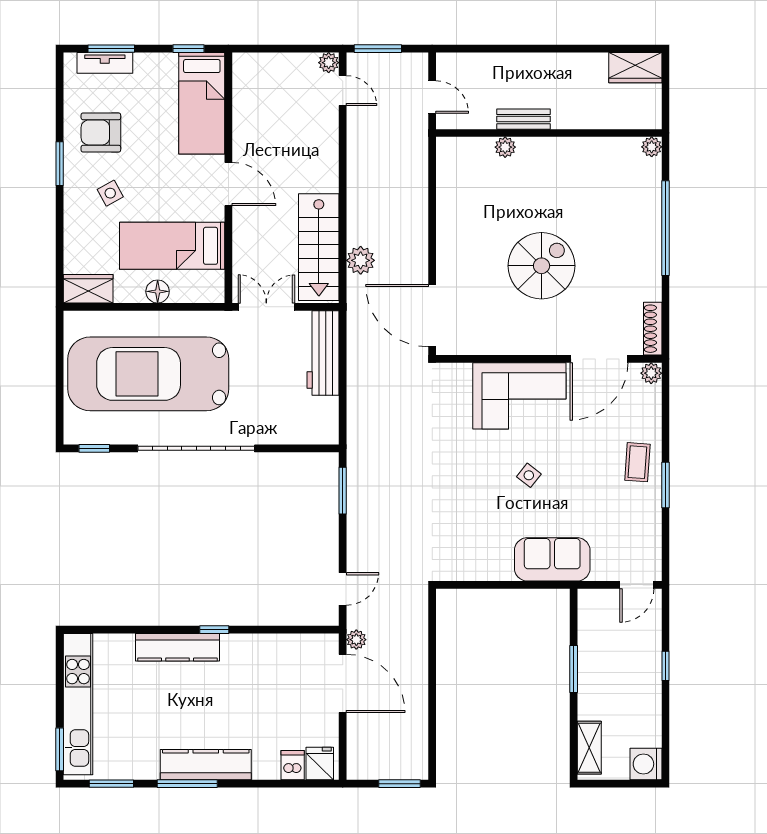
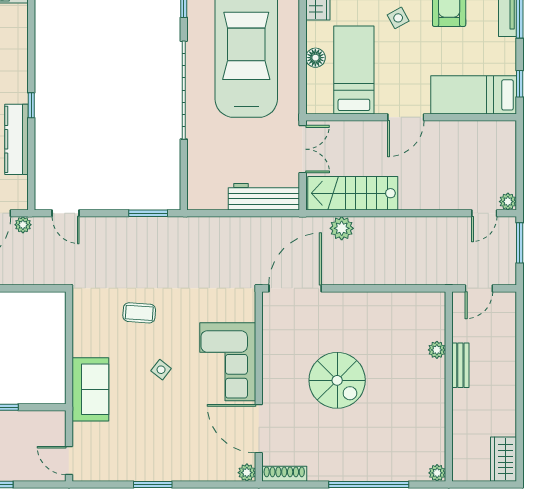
coffee table: (637, 462) -> (139, 313), moved
kitchen counter: (177, 647) -> (16, 139), moved

